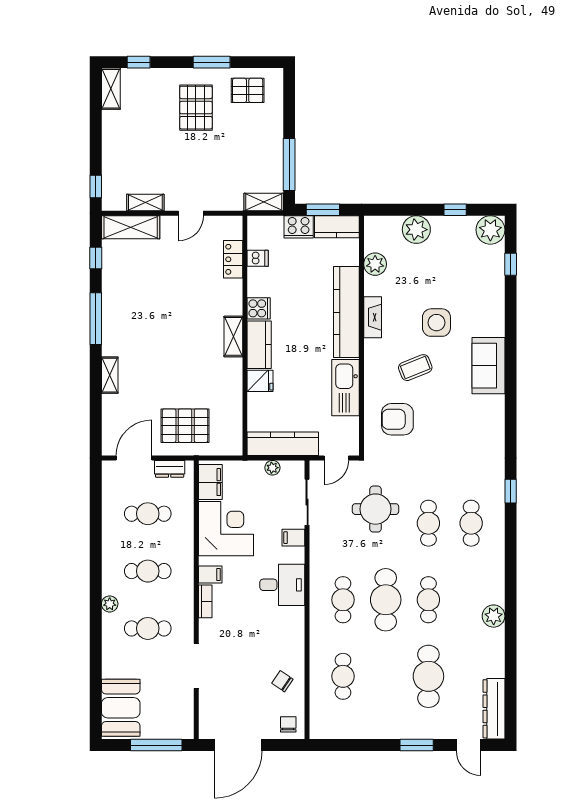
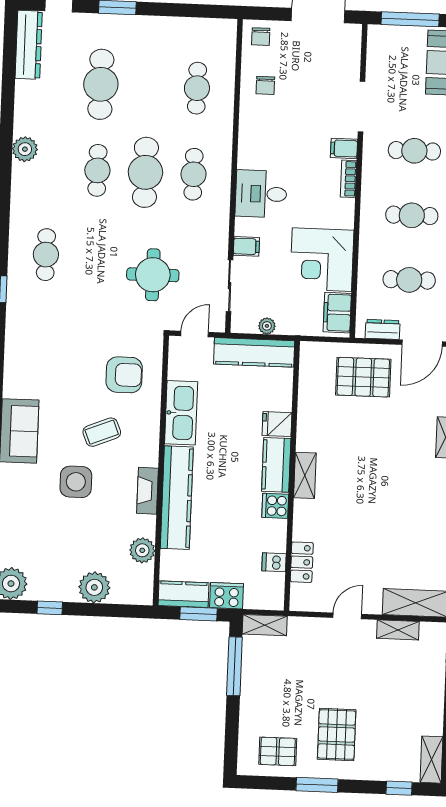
cafe table: (428, 523) -> (94, 256), removed
filing cabinet: (210, 574) -> (344, 148), moved
chair: (282, 681) -> (265, 85), turned 56

